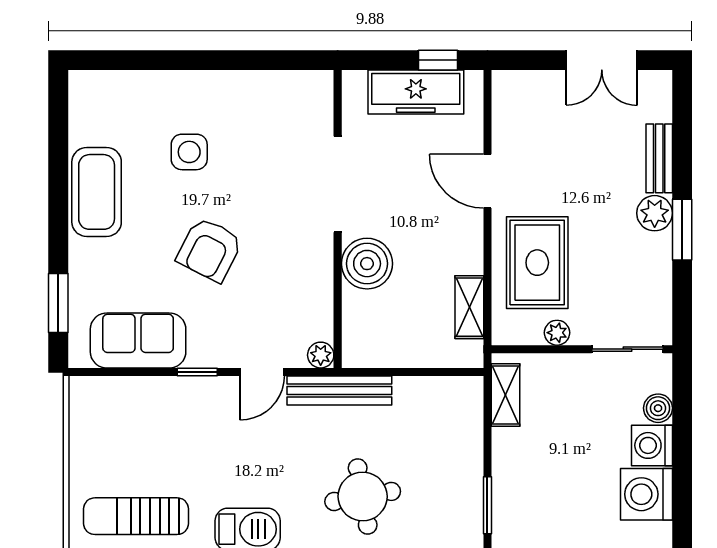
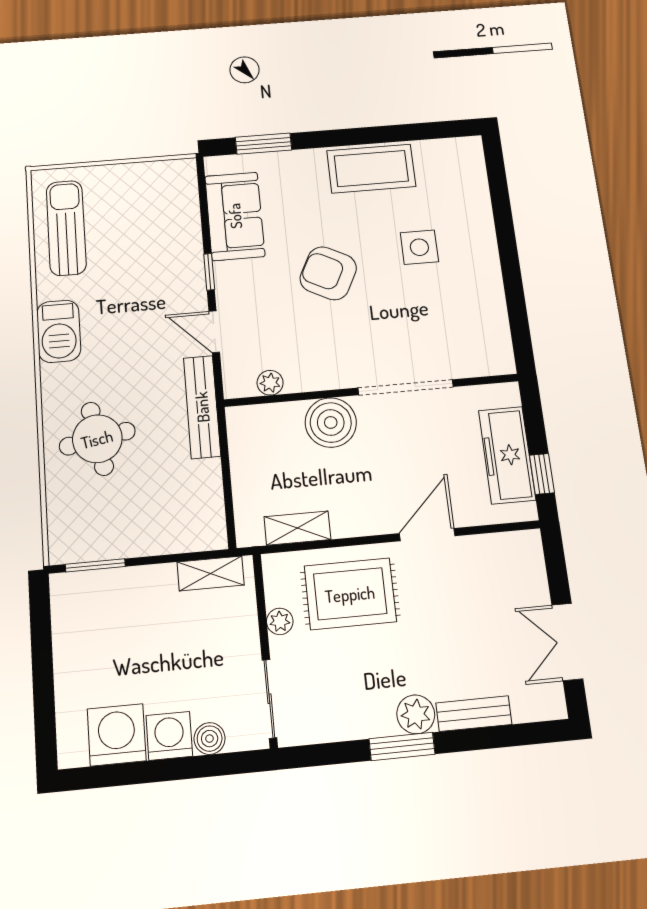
plant: (321, 355) -> (270, 383), moved

